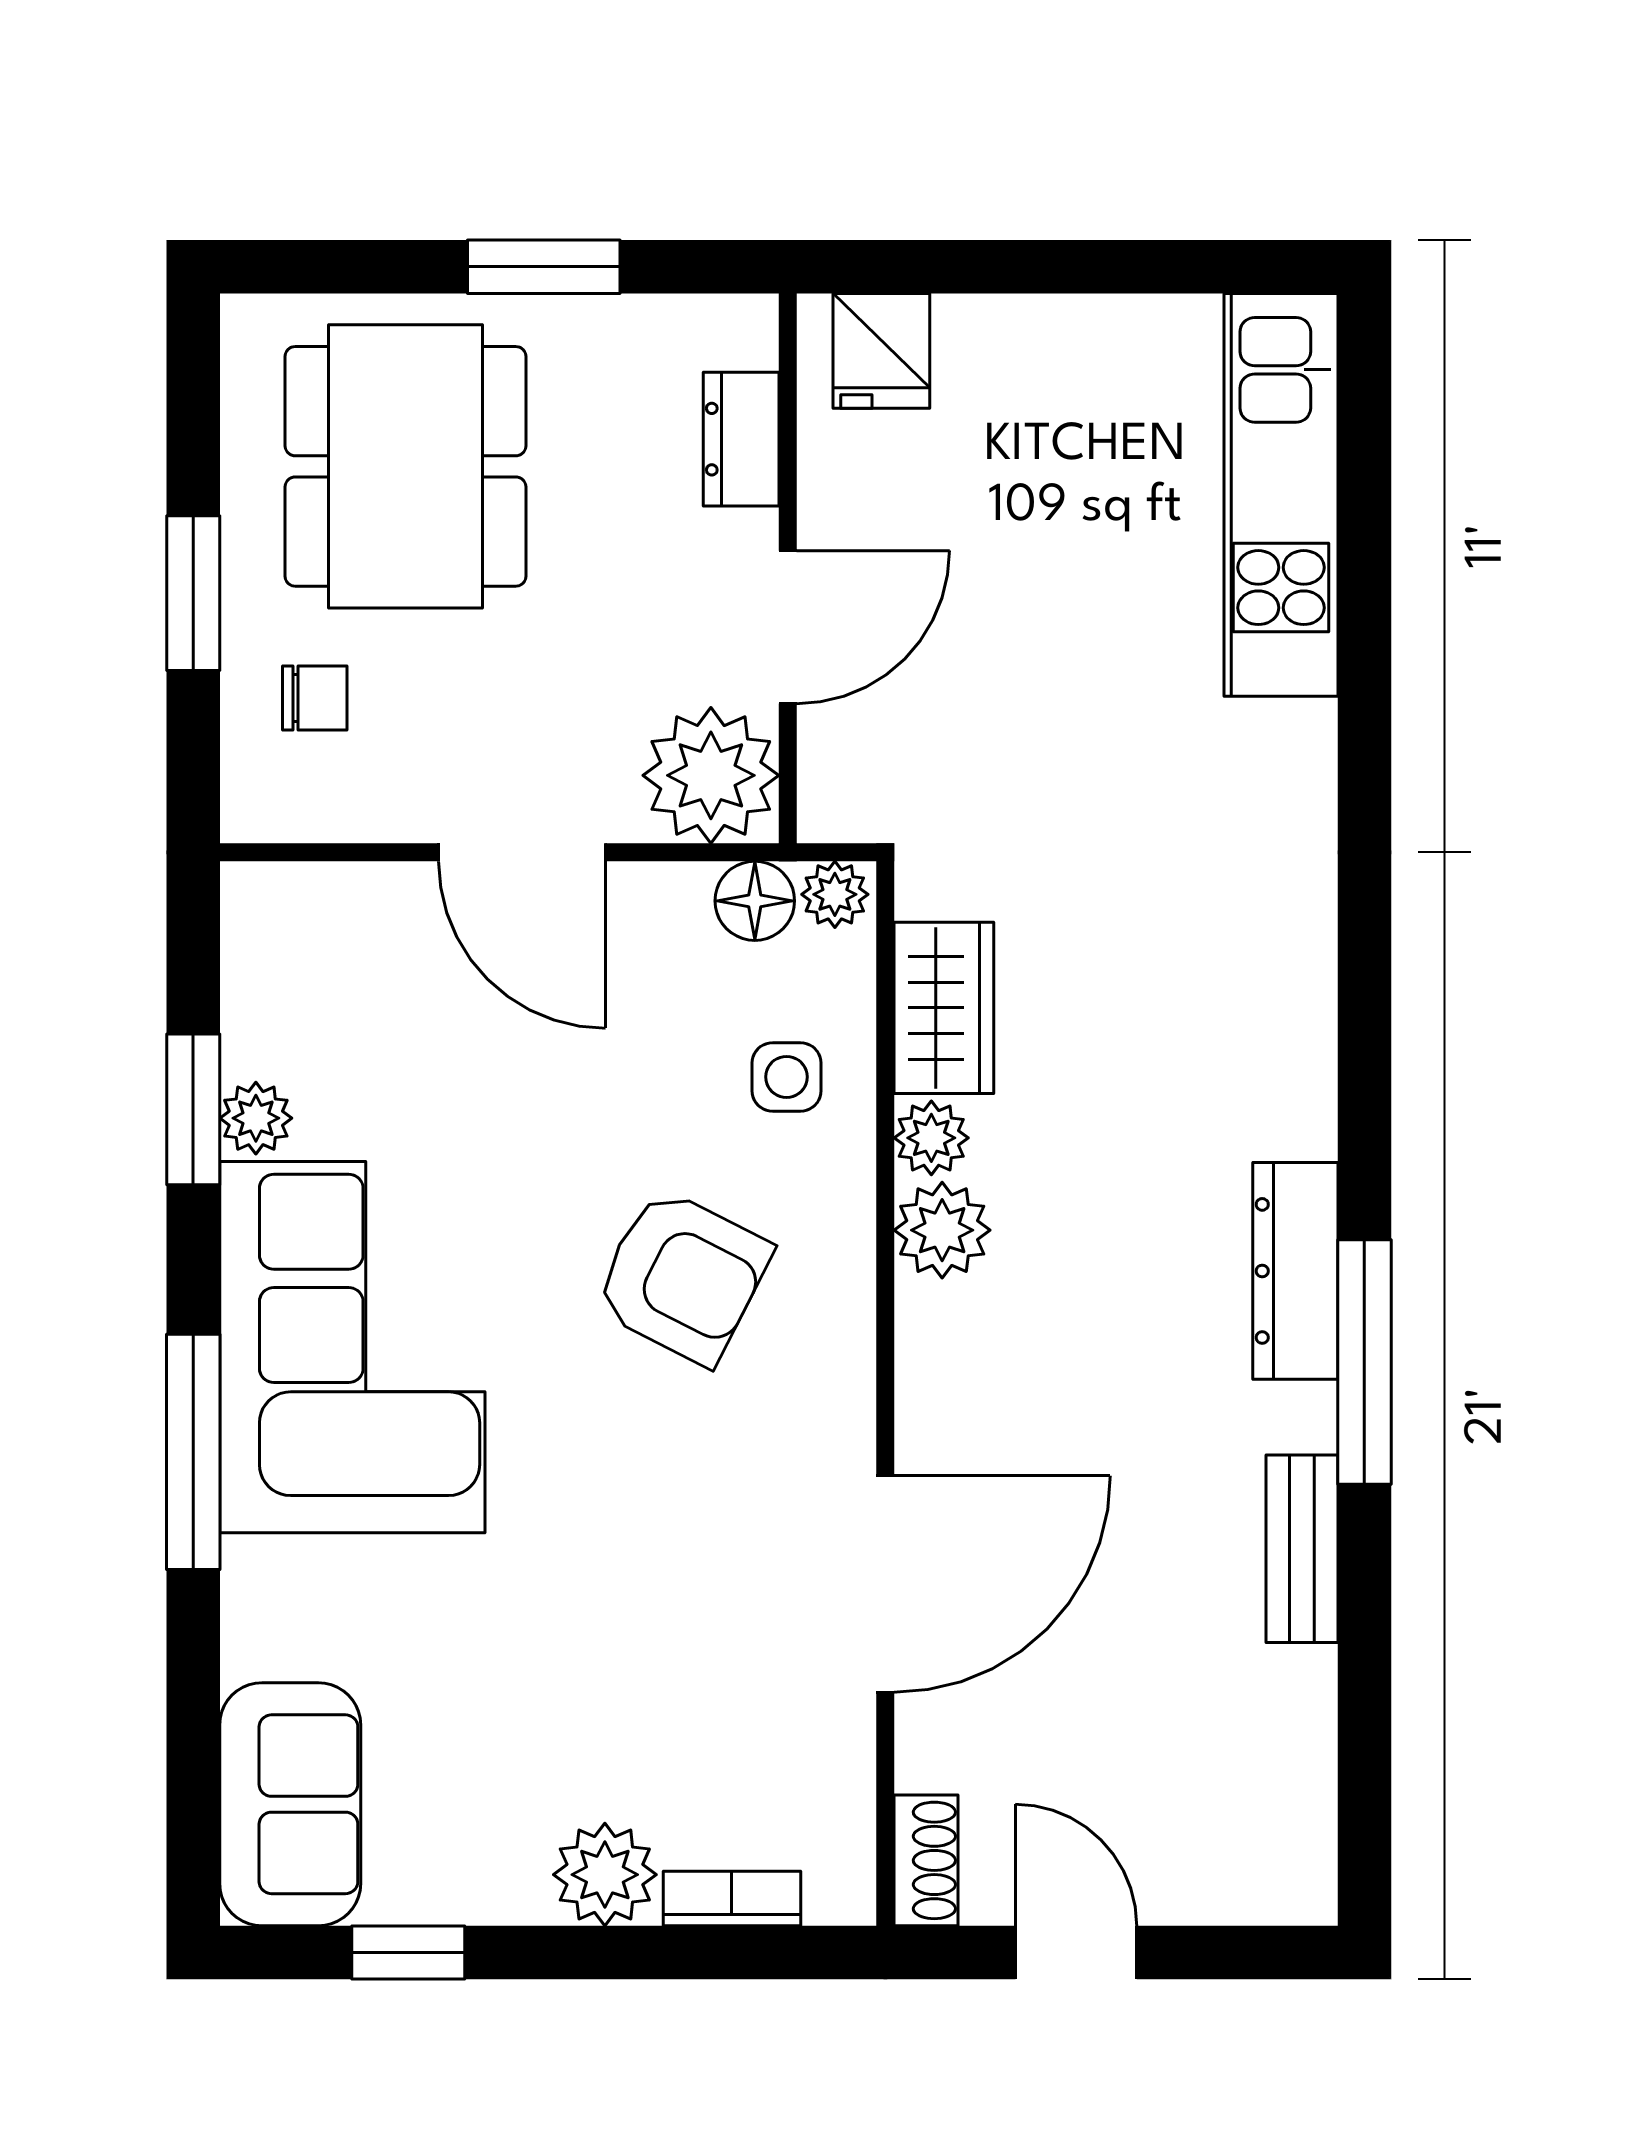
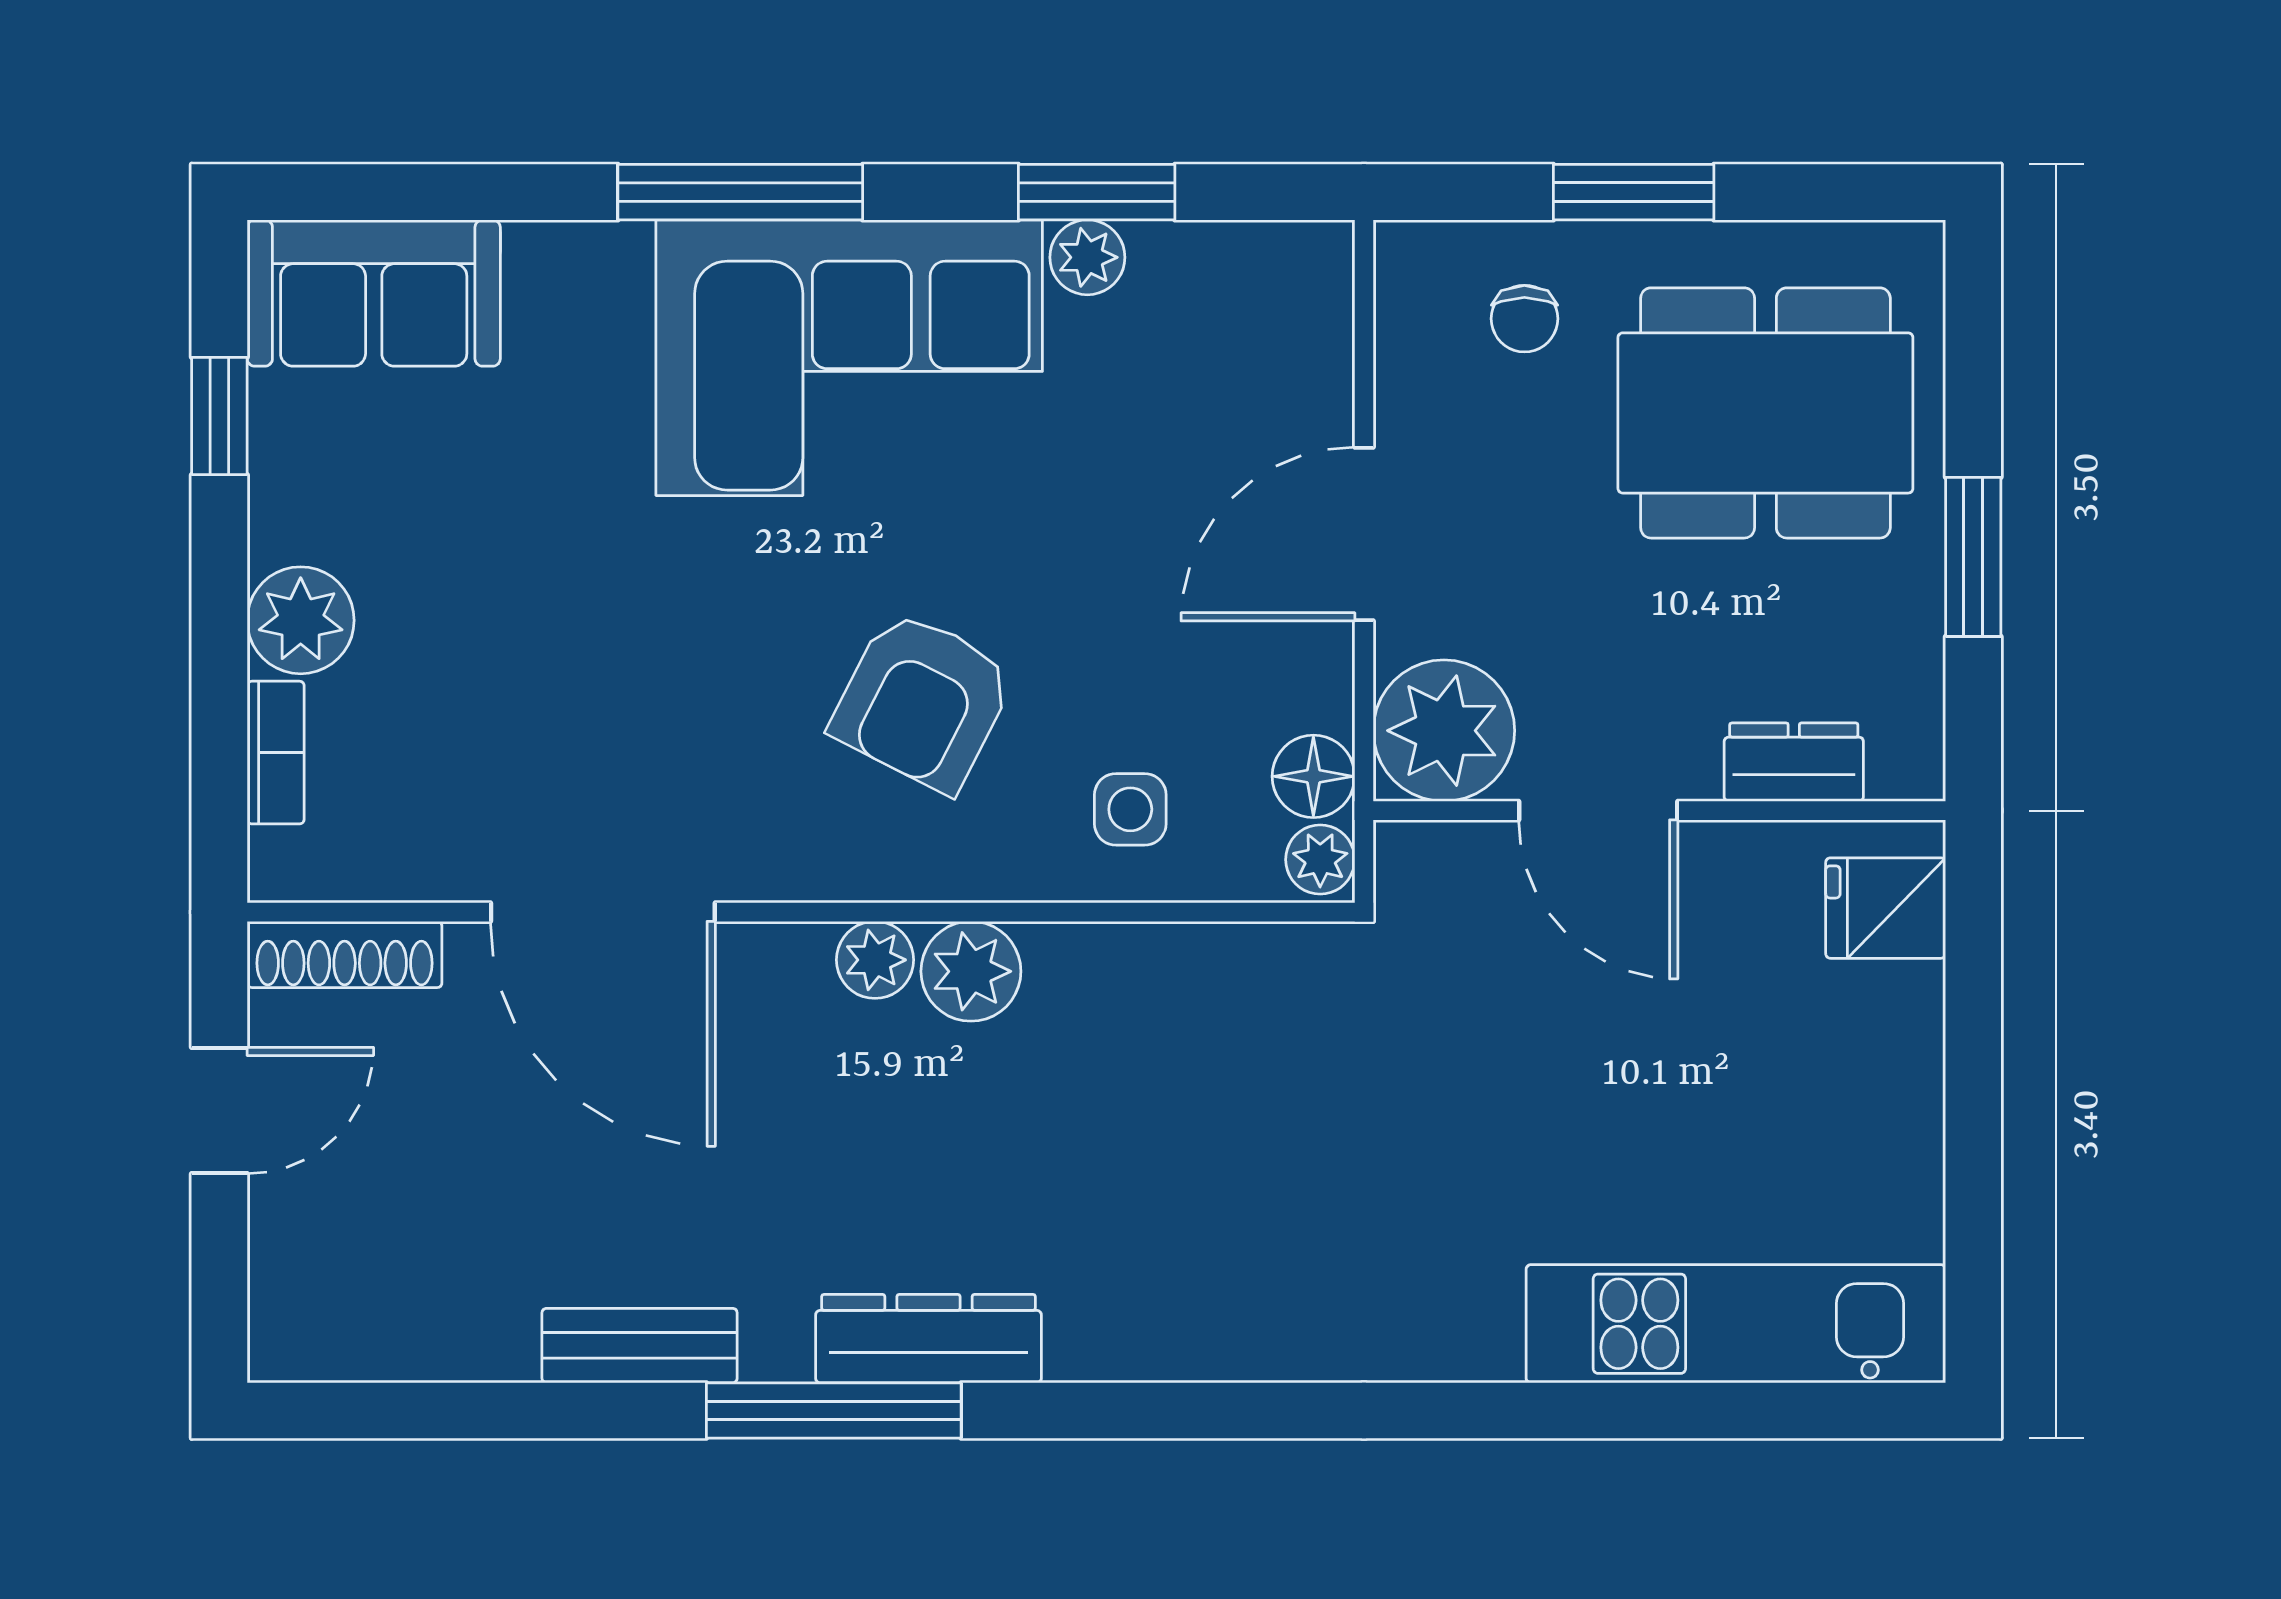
wardrobe: (944, 1008) -> (1202, 973), removed
plant: (931, 1138) -> (875, 960), moved
shoe rack: (926, 1860) -> (345, 954), width x1.43

